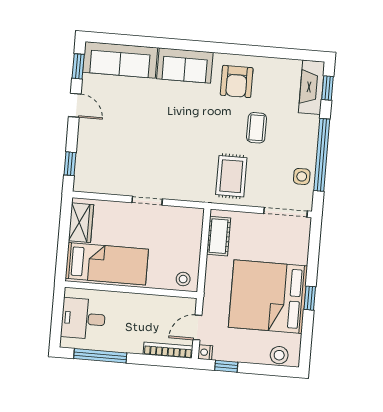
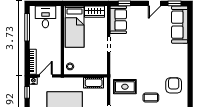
sofa: (185, 66) -> (118, 20), moved, turned 180
armchair: (237, 81) -> (174, 85), turned 90
door: (197, 328) -> (46, 76), hinge flipped

